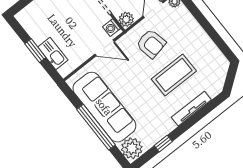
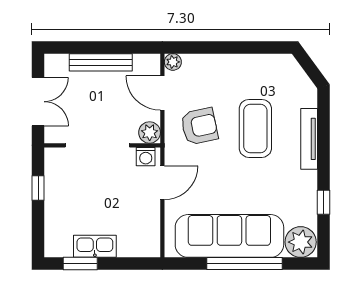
window: (35, 51) -> (80, 264), moved
kitchen sink: (53, 53) -> (95, 246), moved

